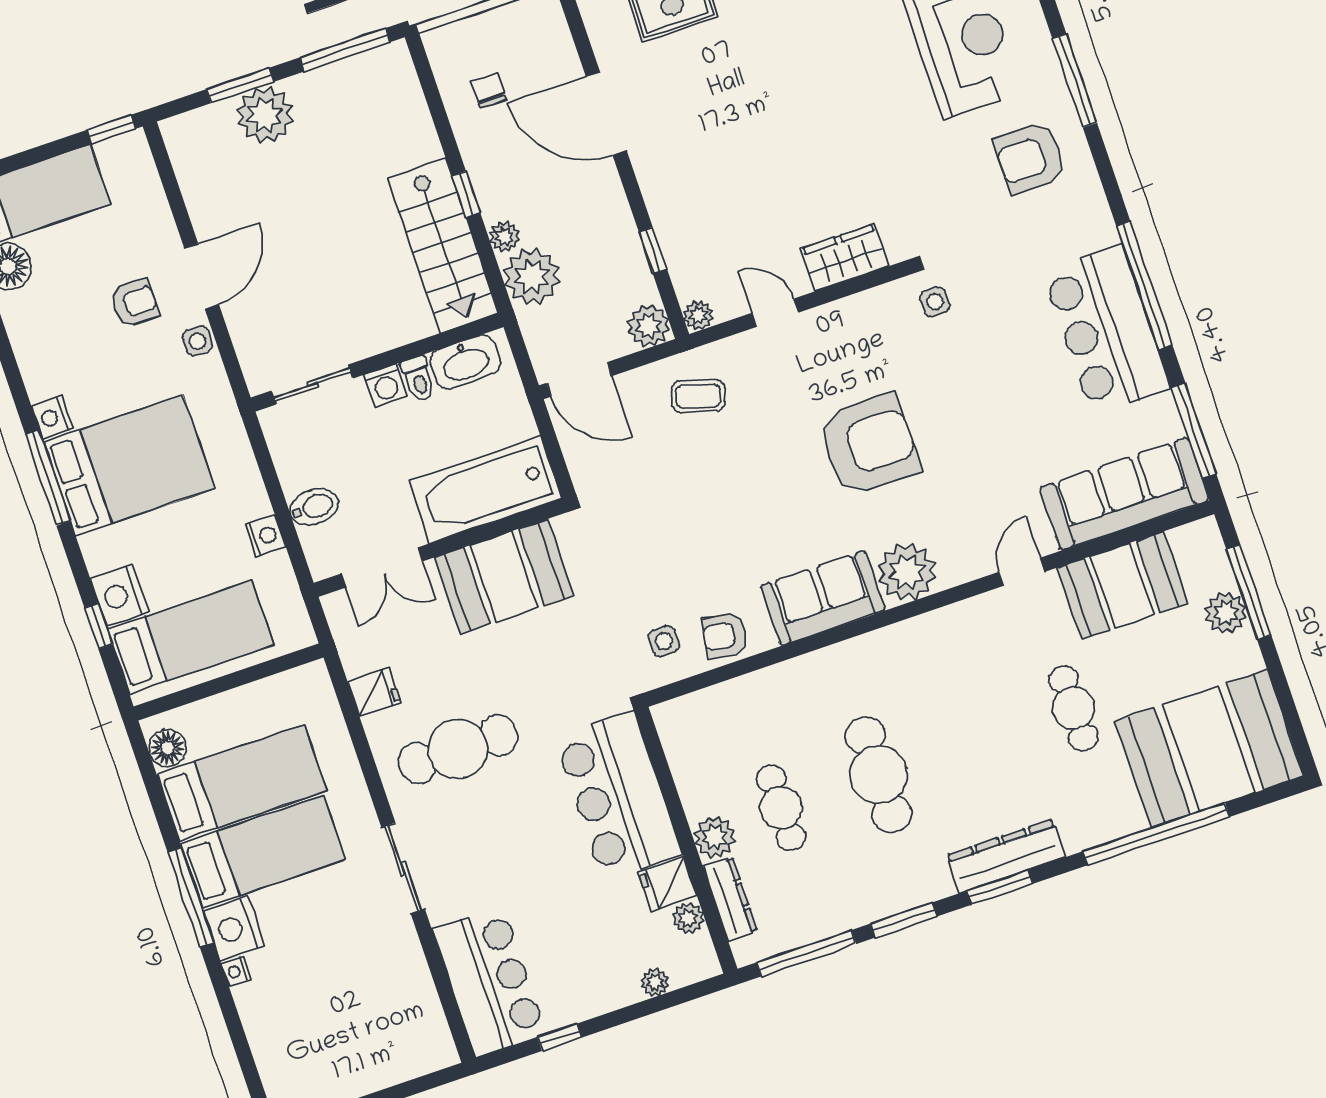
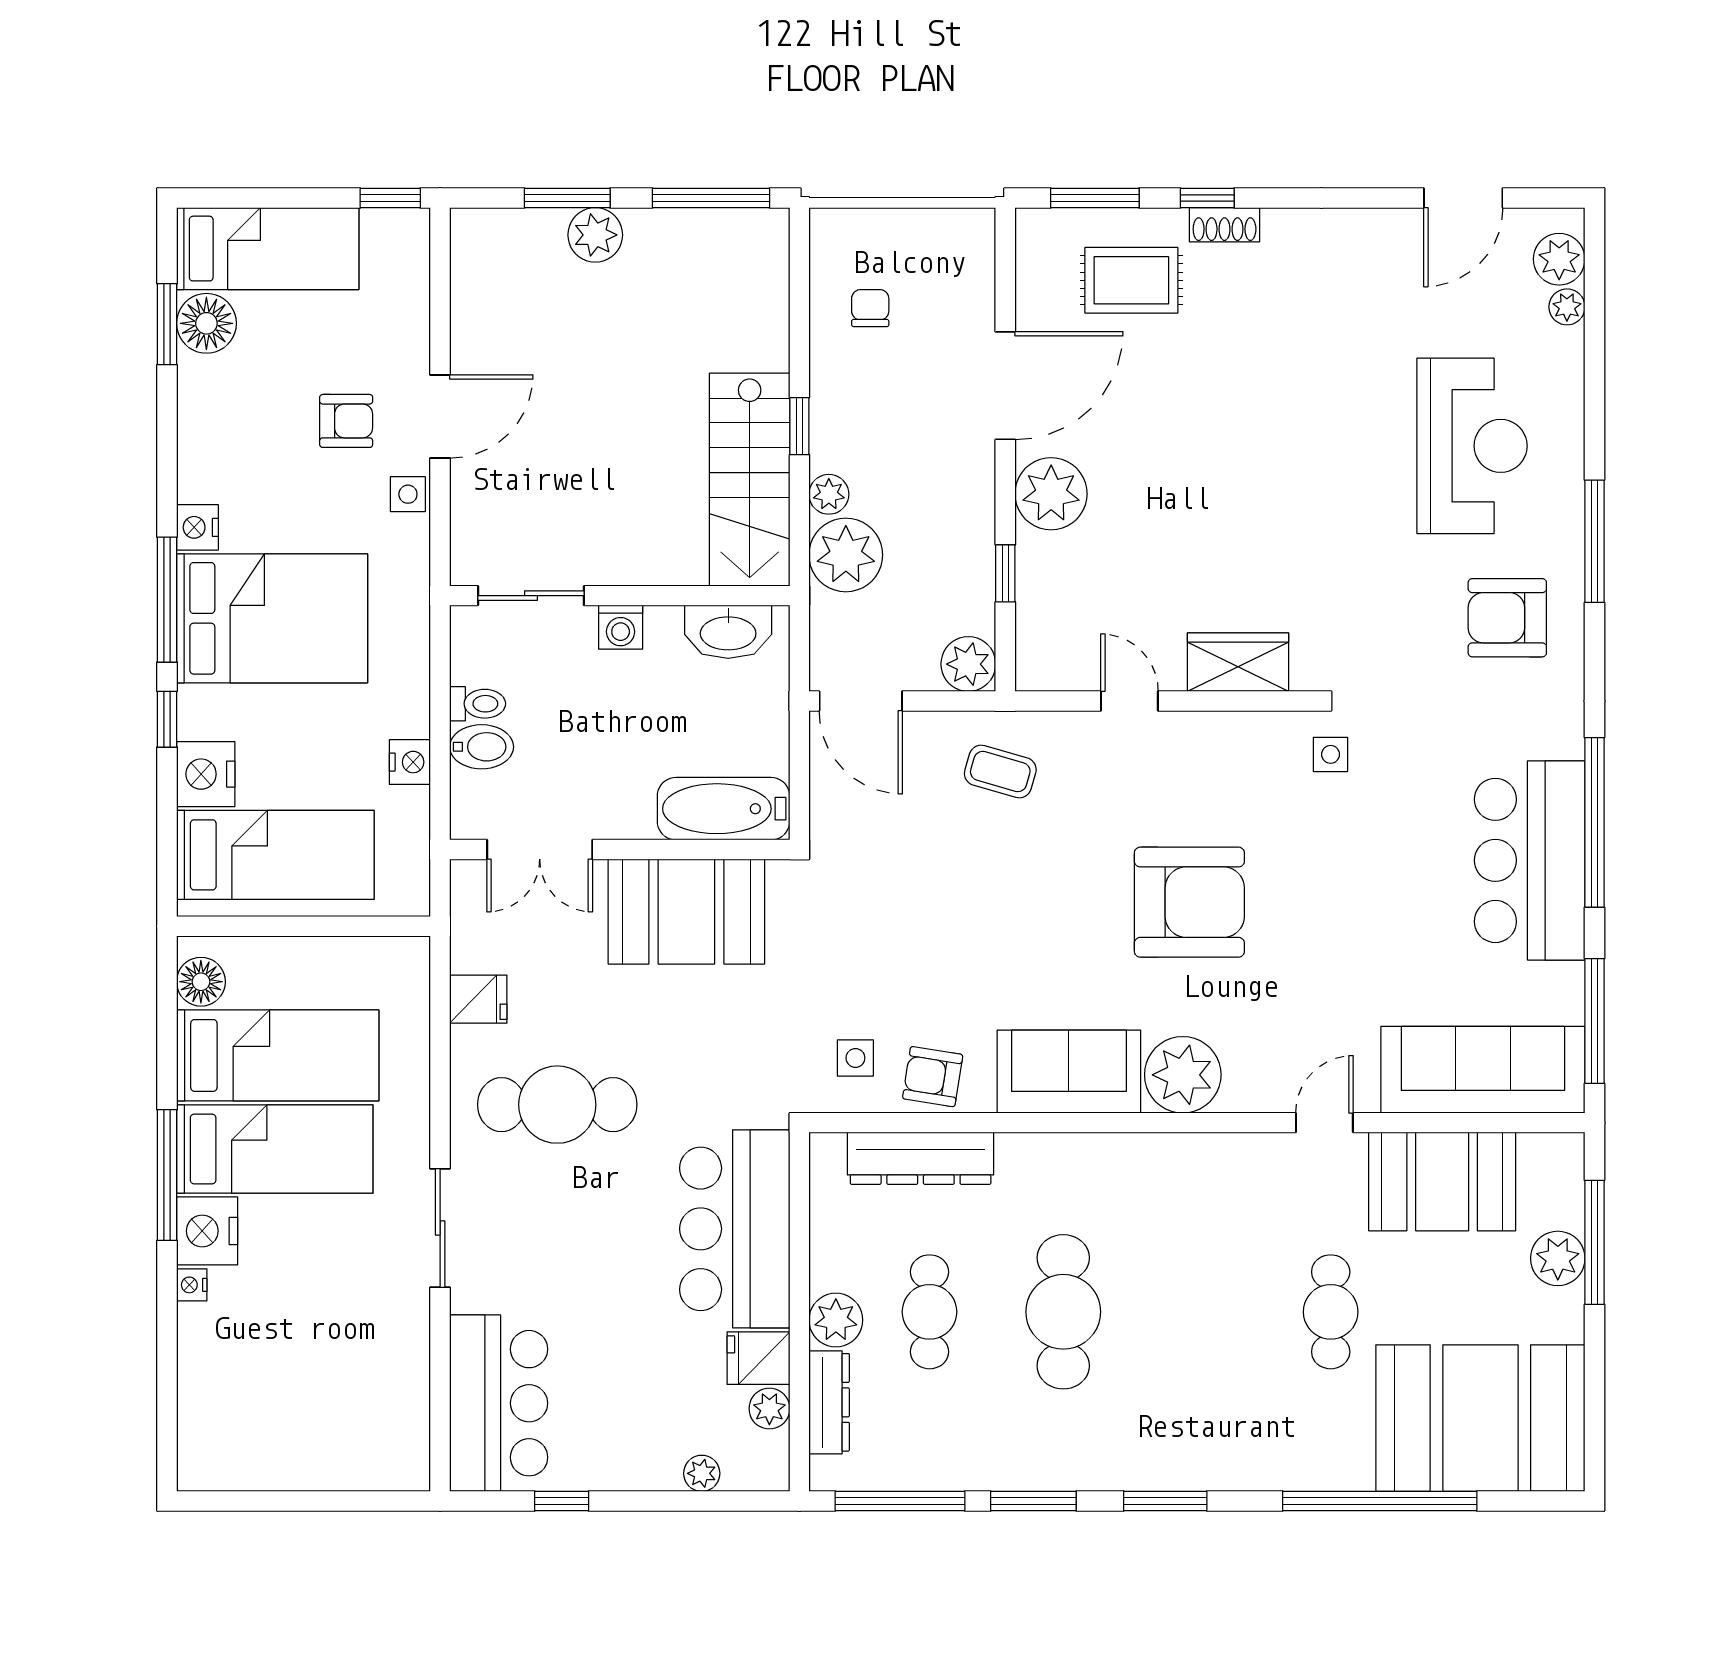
door: (606, 114) -> (1005, 386), swing flipped
plant: (265, 115) -> (595, 235), width x0.73, depth x0.73
plant: (698, 315) -> (1051, 494), moved, width x1.87, depth x1.87
toilet: (418, 379) -> (478, 704), moved, turned -90
bathtub: (485, 490) -> (724, 809), width x0.73, depth x0.73
window: (98, 626) -> (167, 719), moved
dresser: (1006, 856) -> (921, 1158), moved, turned 180

